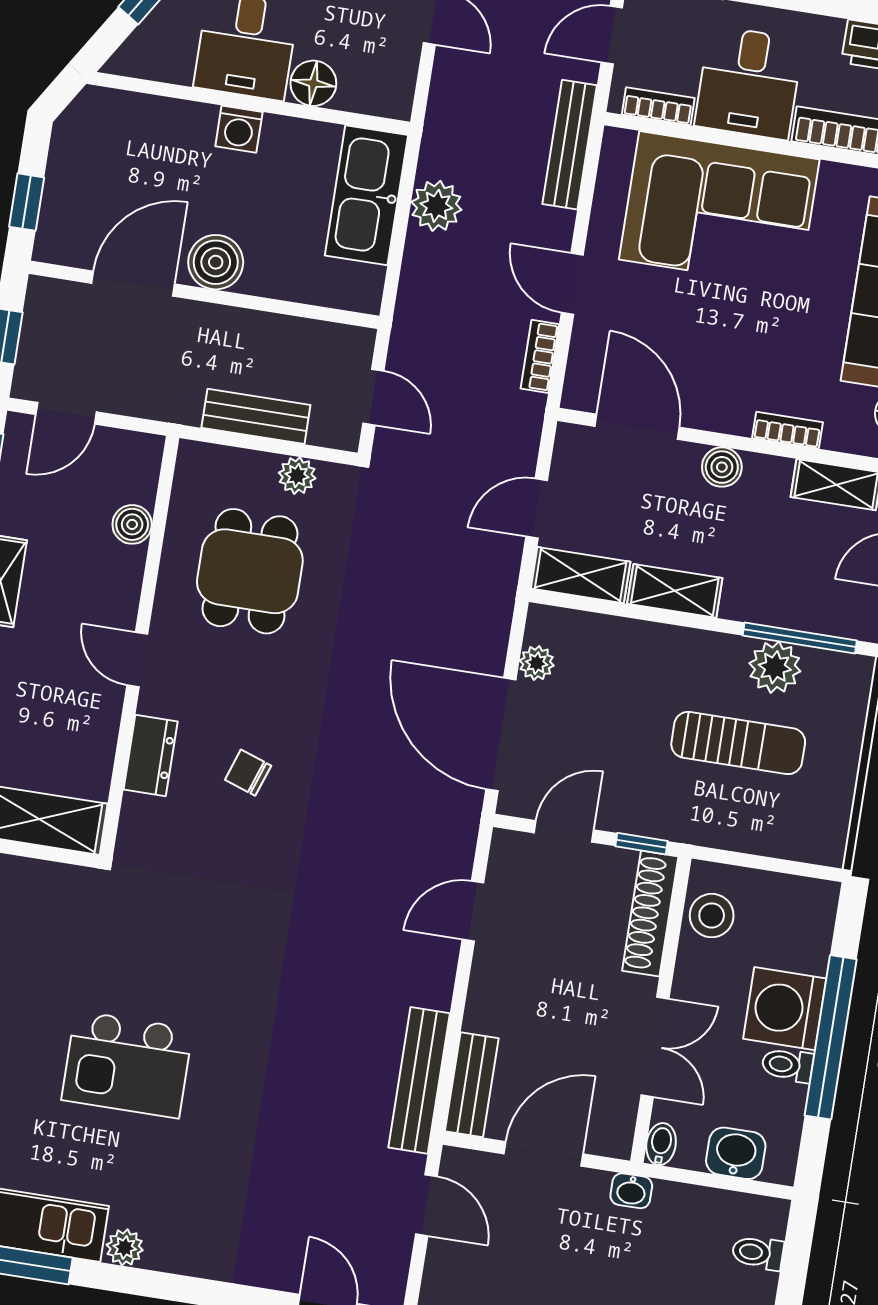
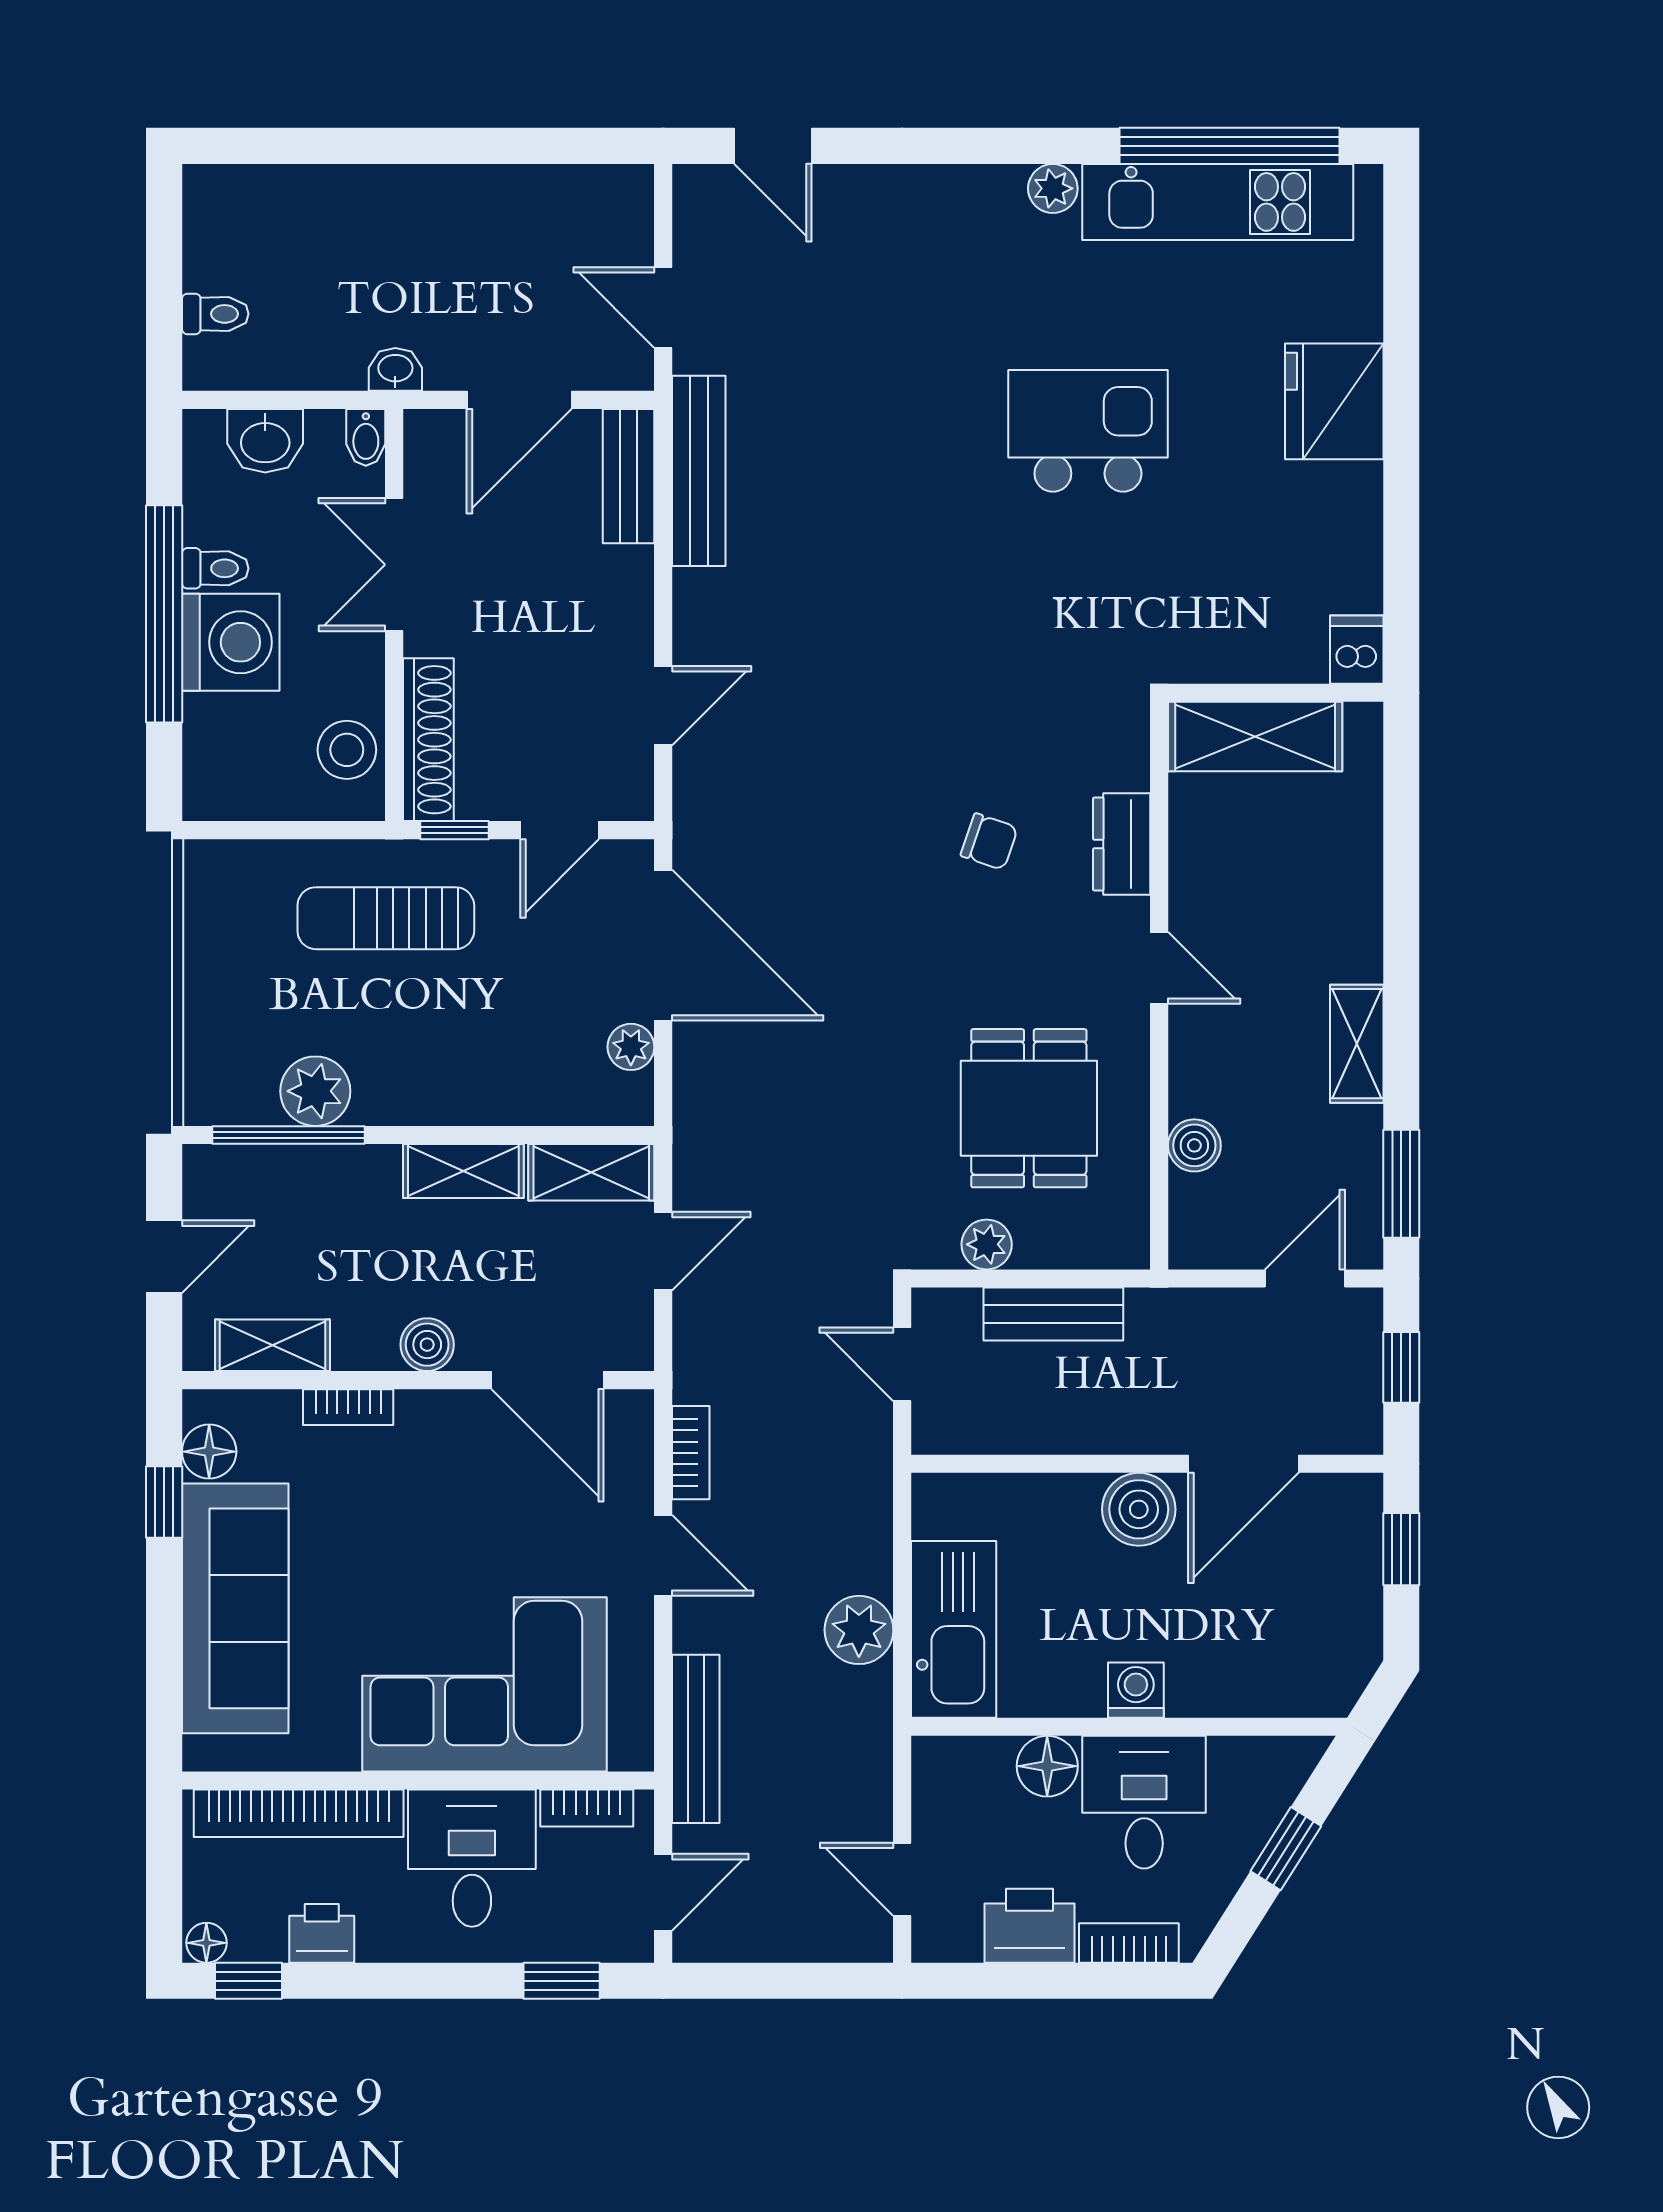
sun lounger: (738, 743) -> (386, 918), moved

